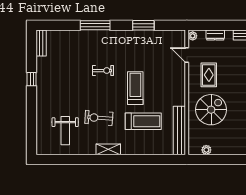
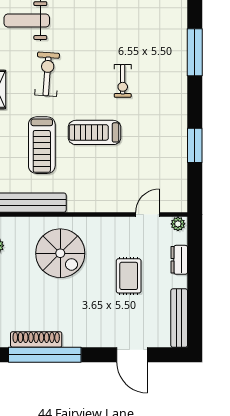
window: (95, 25) -> (195, 52), moved
rug: (209, 75) -> (129, 276), moved, turned 90
treadmill: (135, 88) -> (94, 132), turned 180

